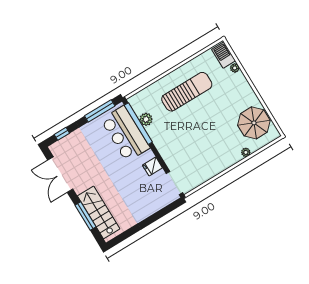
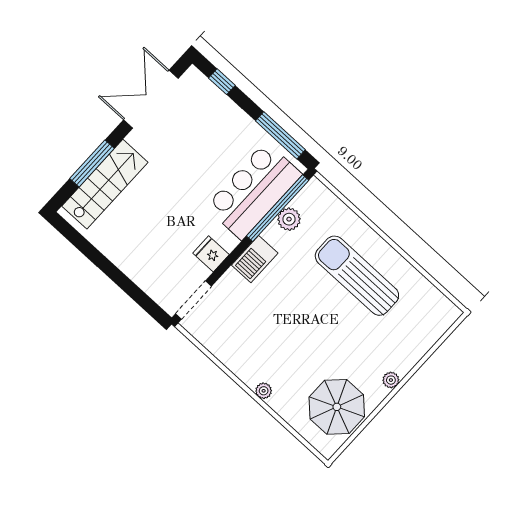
barbecue: (224, 55) -> (255, 259), moved, turned 180
plant: (235, 68) -> (391, 380), moved
sun lounger: (187, 92) -> (357, 276), turned 180
plant: (246, 152) -> (264, 391), moved

